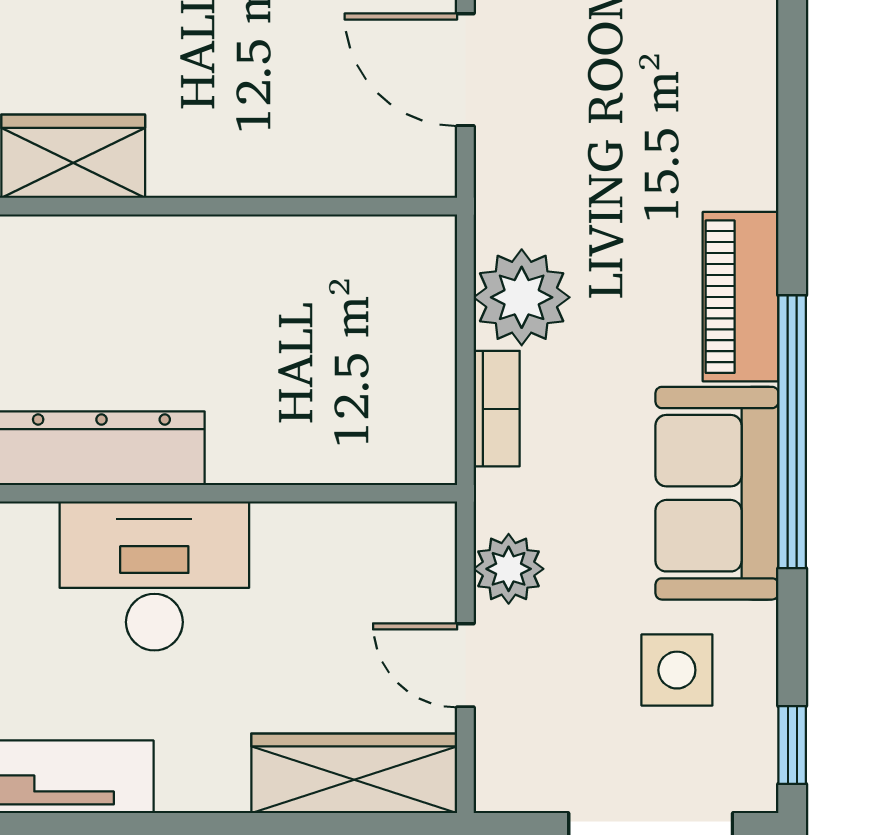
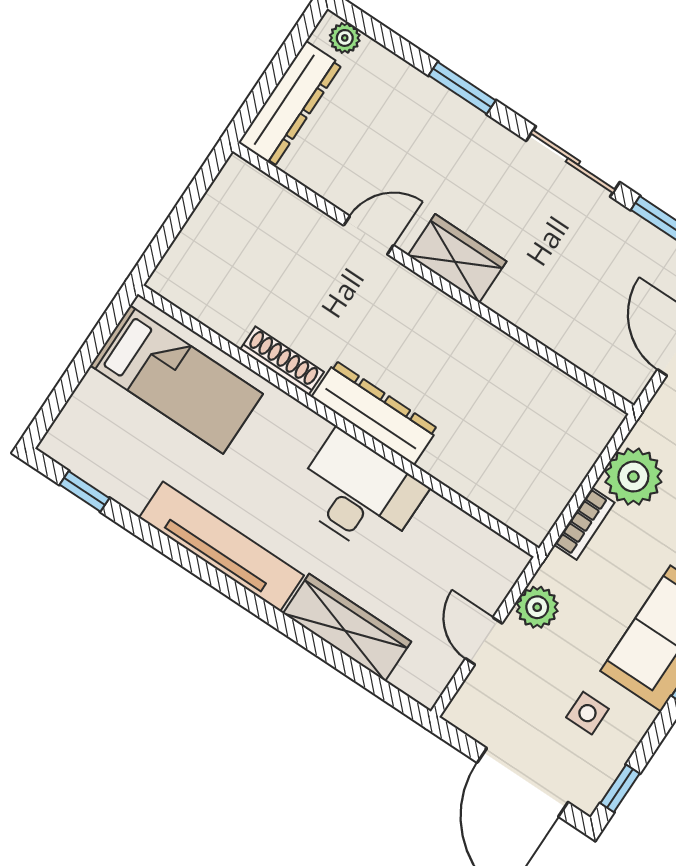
side table: (677, 670) -> (587, 713), width x0.73, depth x0.73
wardrobe: (354, 773) -> (347, 627), moved

